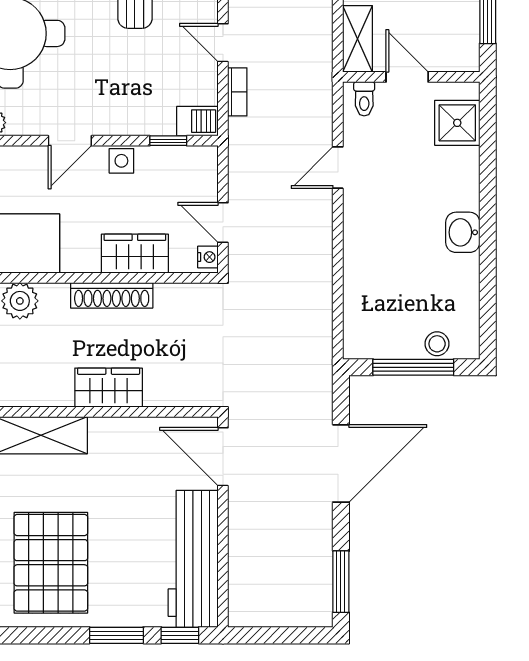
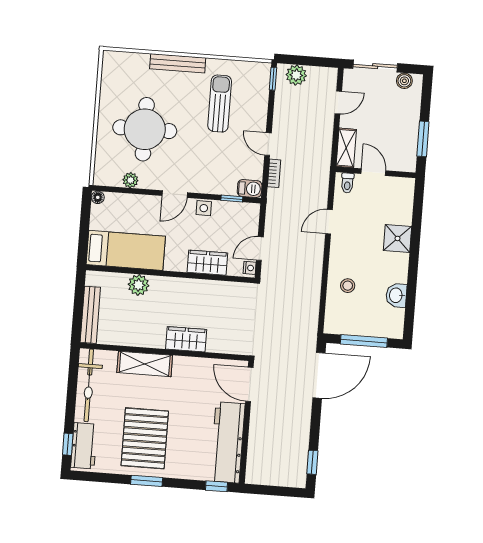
shower: (457, 123) -> (398, 238), moved
door: (223, 223) -> (260, 249), hinge flipped
washbasin: (463, 232) -> (396, 295), moved
shoe rack: (112, 295) -> (192, 286), removed
stool: (437, 344) -> (348, 286), moved
door: (341, 463) -> (319, 375), moved
window: (341, 582) -> (312, 462), width x0.67
window: (116, 635) -> (147, 481), moved

